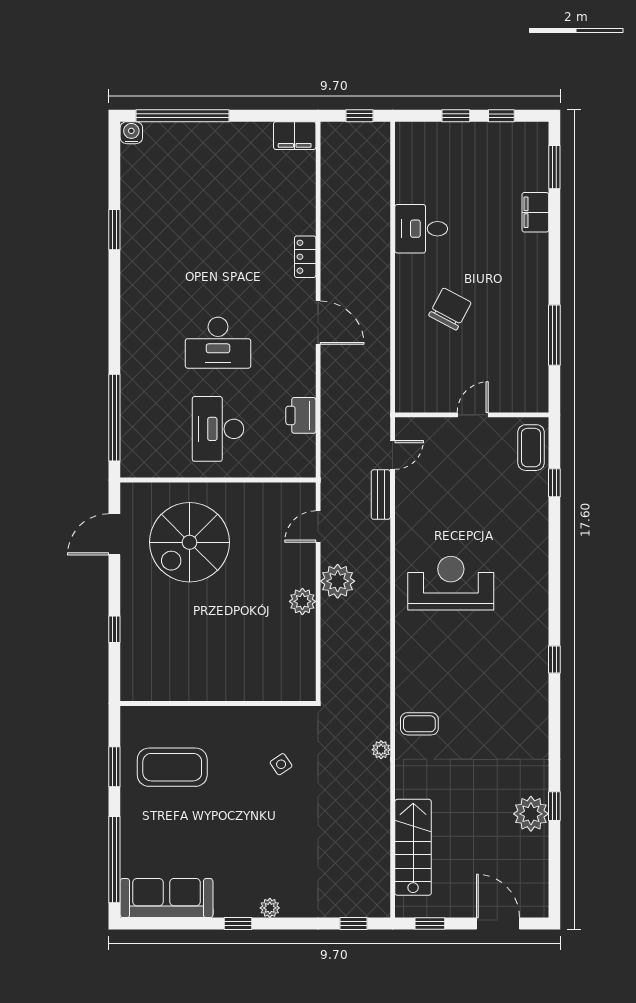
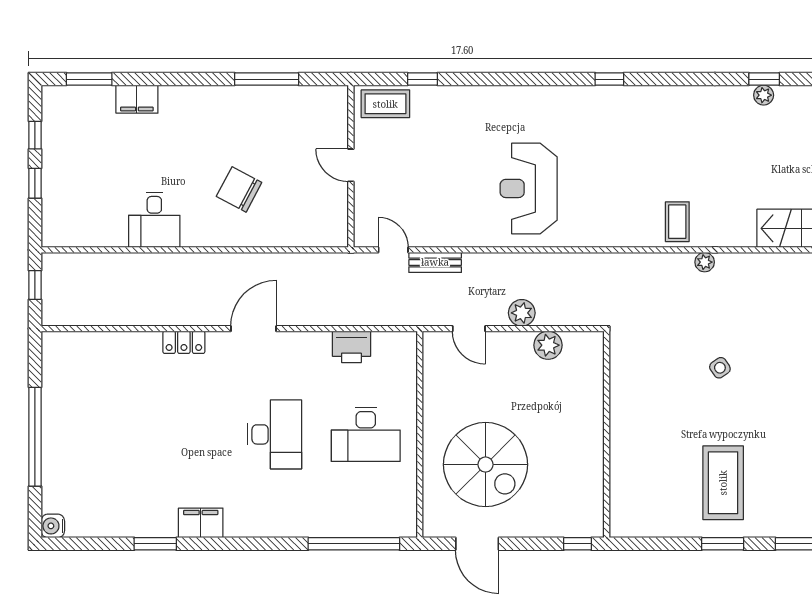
window: (183, 116) -> (35, 437), moved
filing cabinet: (295, 136) -> (201, 523), moved, turned -90
plant: (338, 581) -> (522, 313), width x0.73, depth x0.73
wall: (218, 704) -> (607, 434), moved
plant: (531, 814) -> (764, 95), width x0.53, depth x0.53

